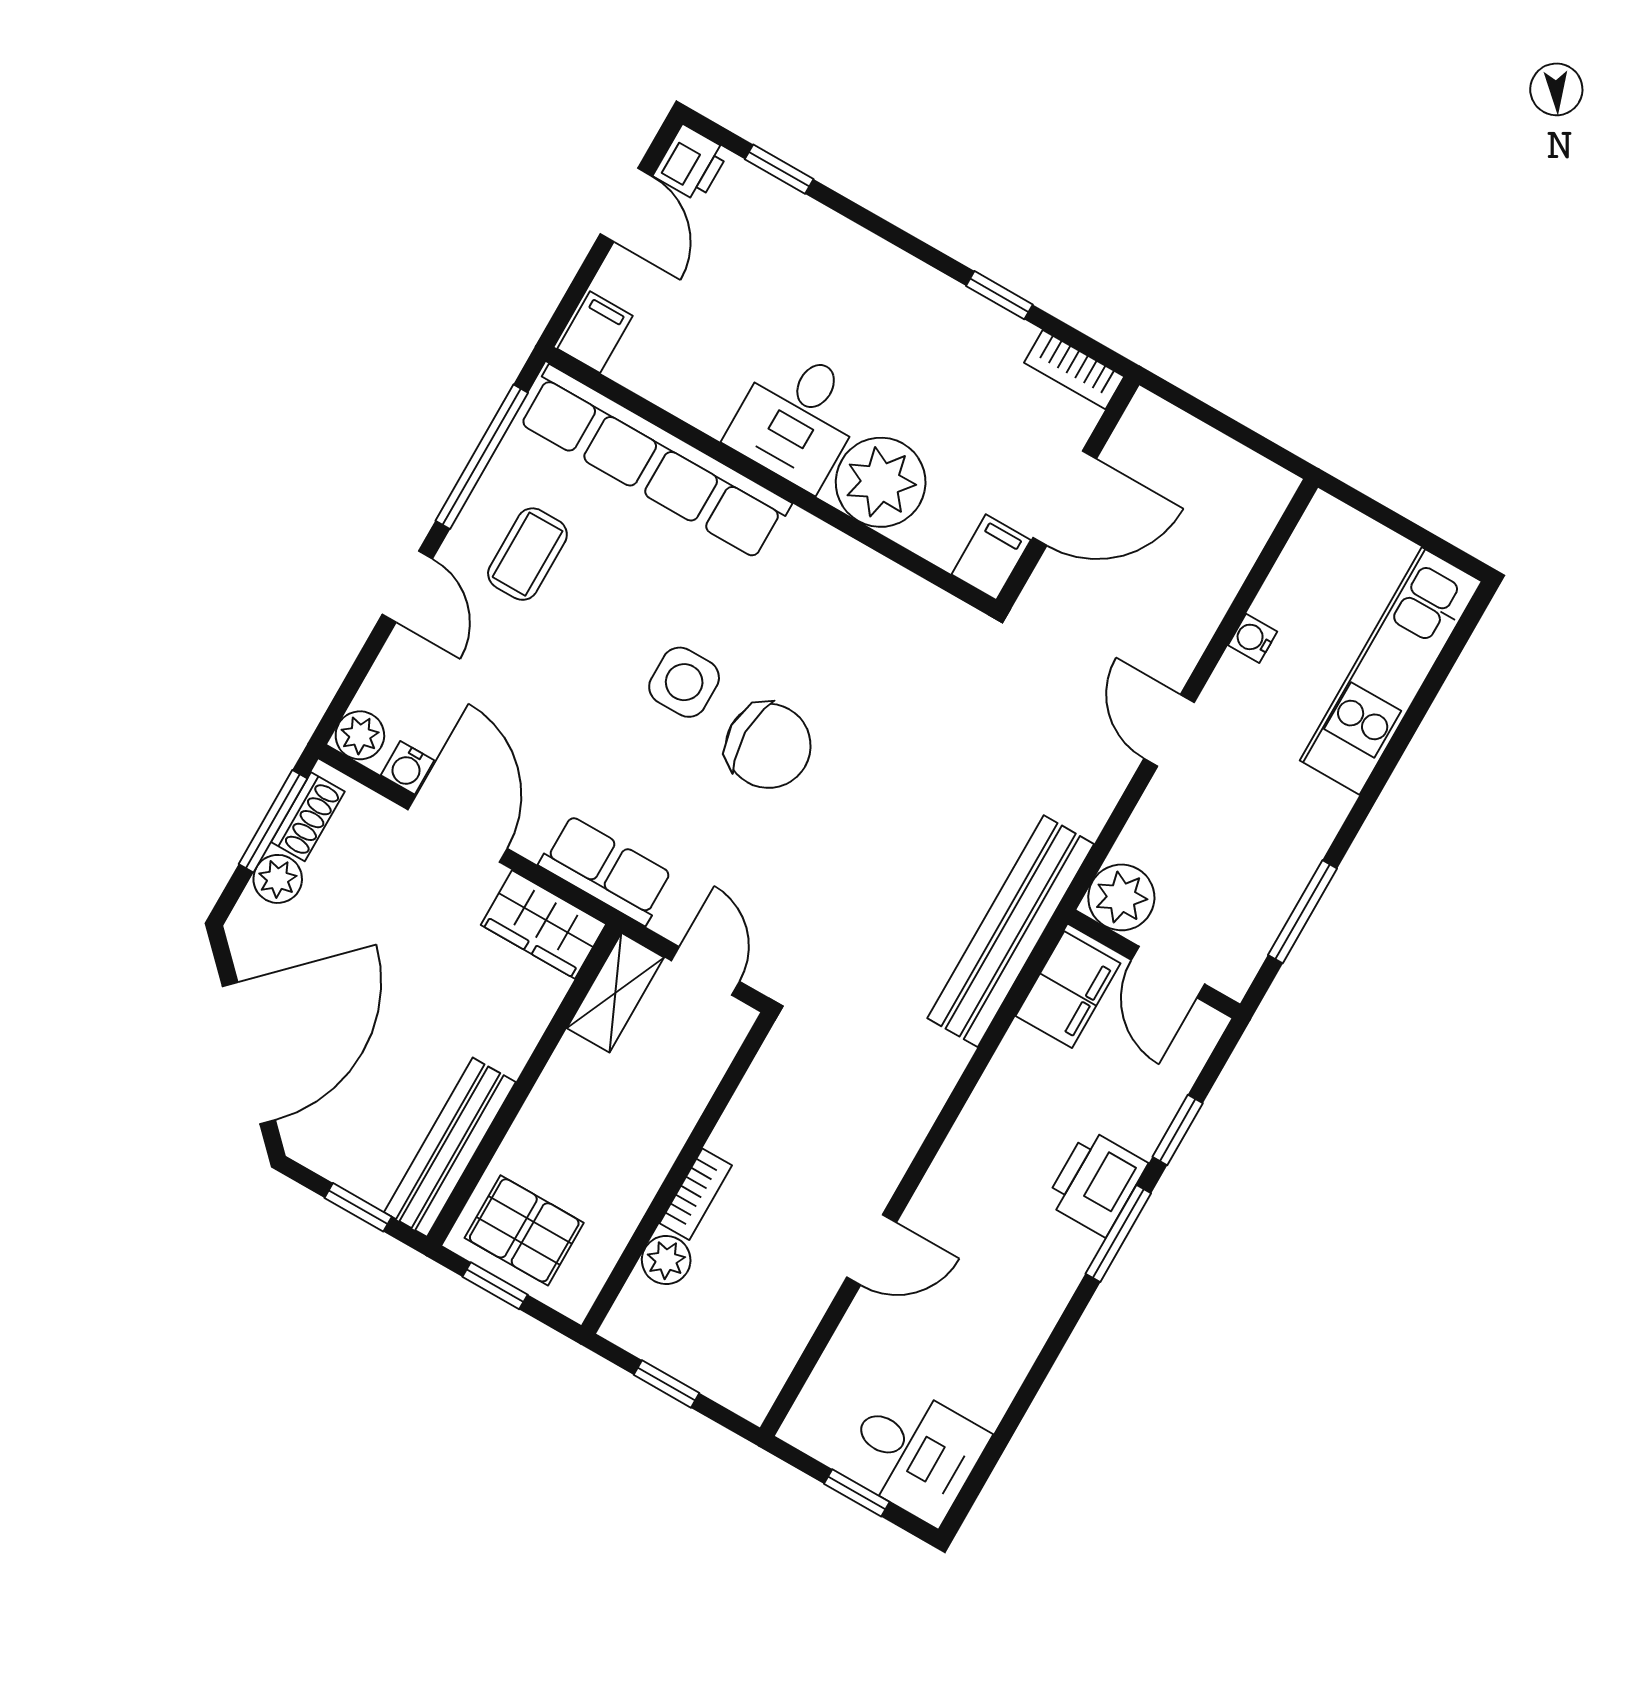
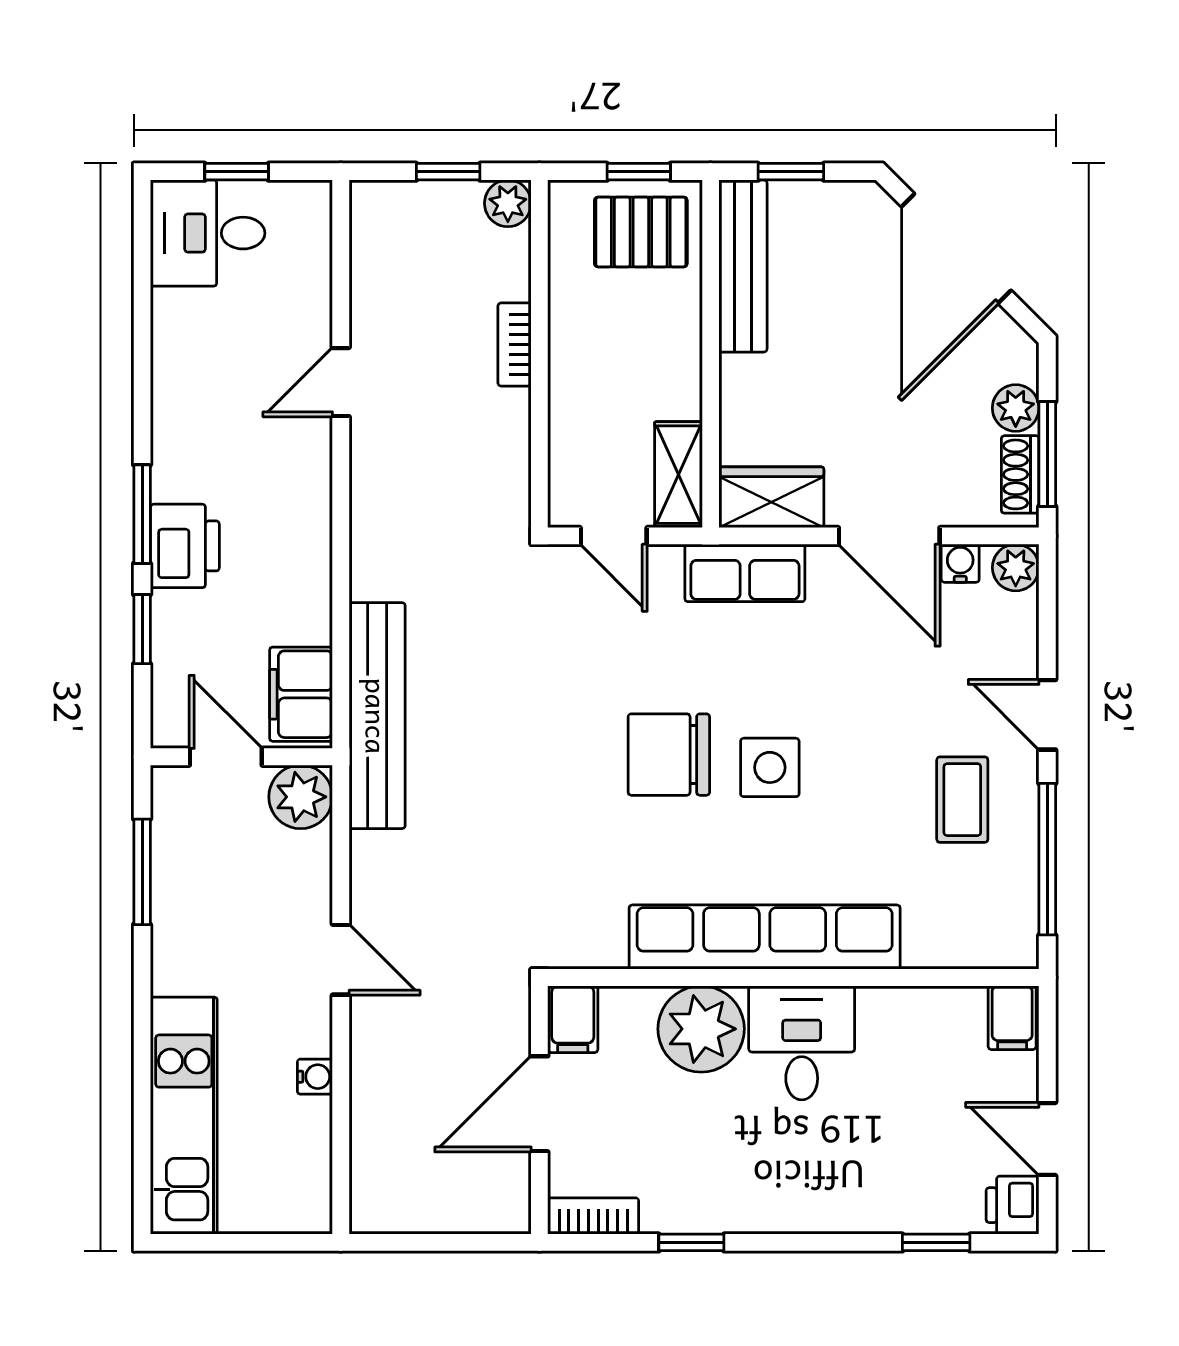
row of seats: (654, 462) -> (765, 937), moved
plant: (666, 1260) -> (508, 203), moved

